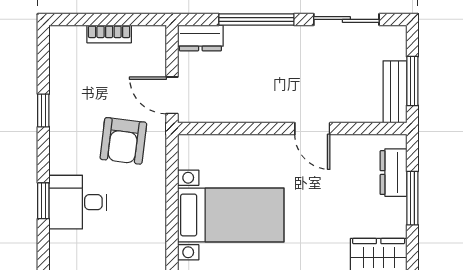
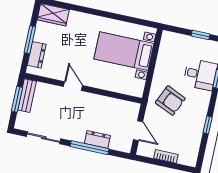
dresser: (200, 38) -> (97, 140), moved
door: (172, 95) -> (138, 131), moved
armchair: (123, 141) -> (170, 101), turned 107

